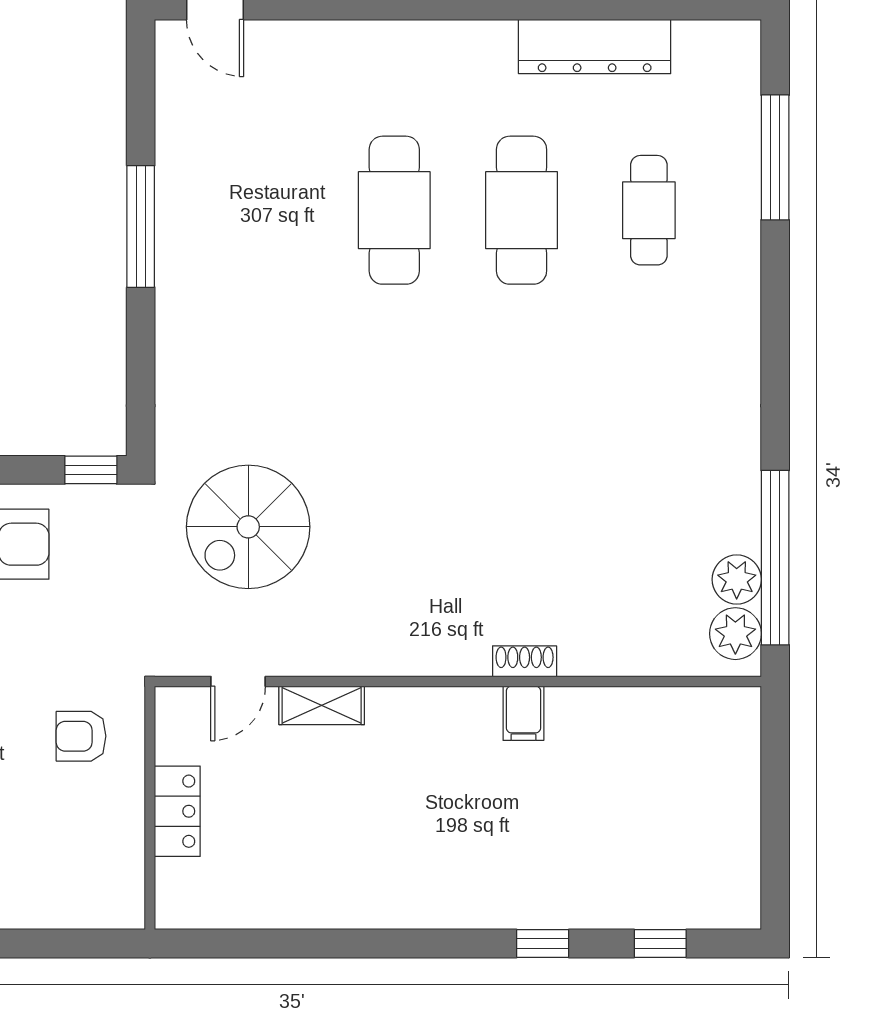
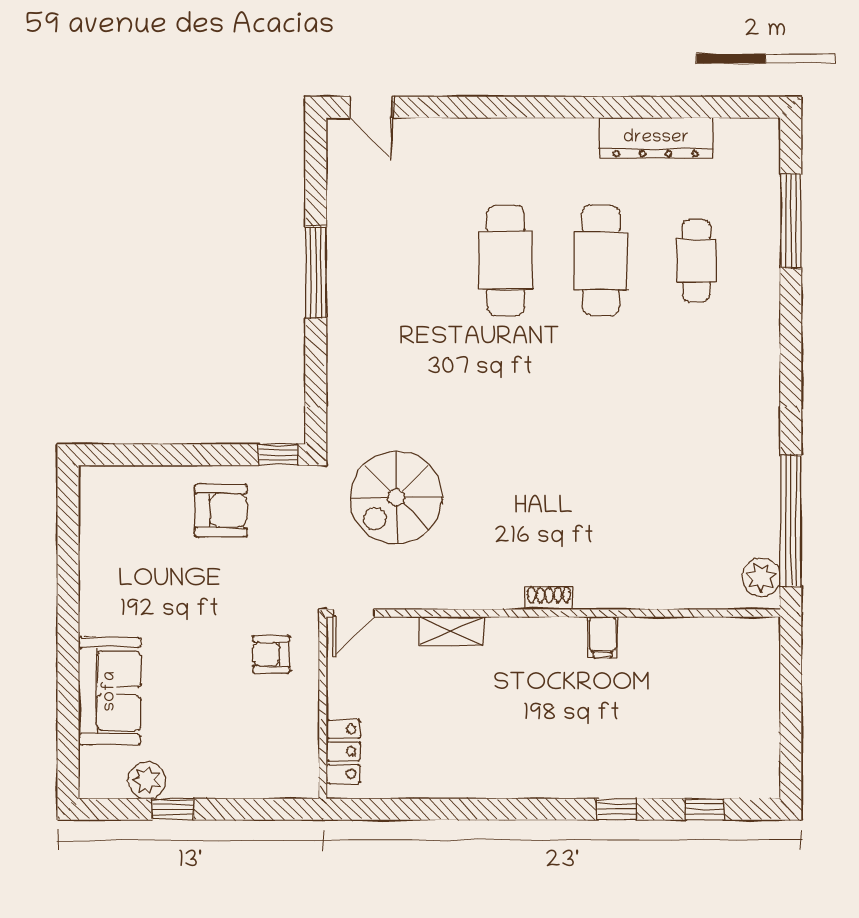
plant: (737, 579) -> (762, 537), removed
shoe rack: (525, 661) -> (549, 598), moved
door: (238, 681) -> (354, 613), moved
locker: (177, 811) -> (343, 751), moved

